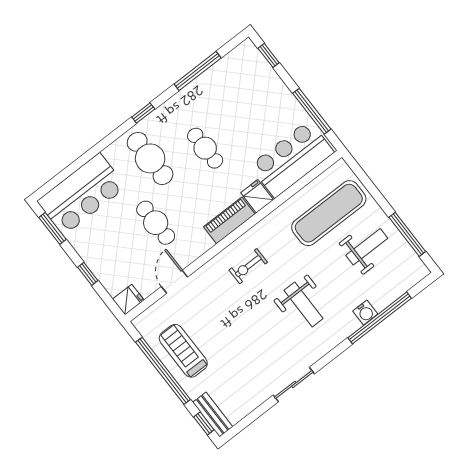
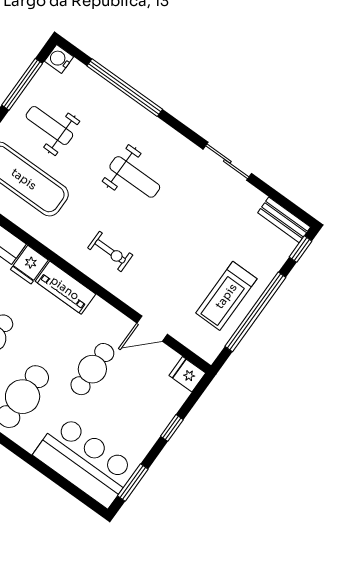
weight bench: (304, 304) -> (135, 177), turned 90
water cooler: (365, 313) -> (59, 59), moved, turned -90
bench: (213, 415) -> (284, 220), moved, turned 90

